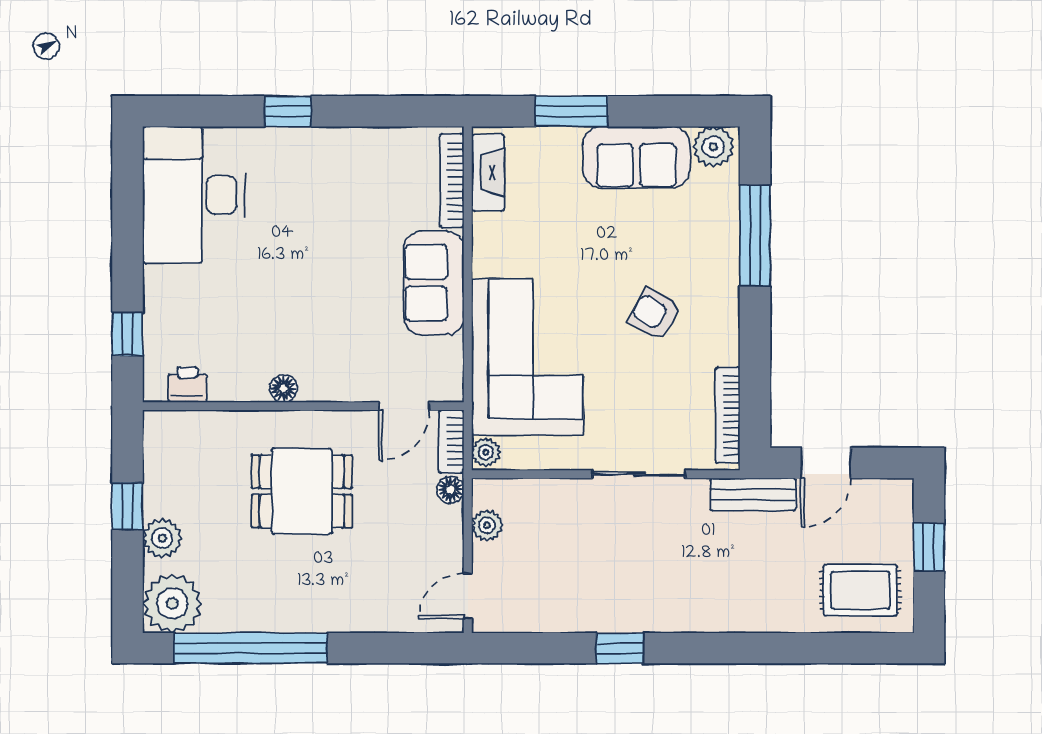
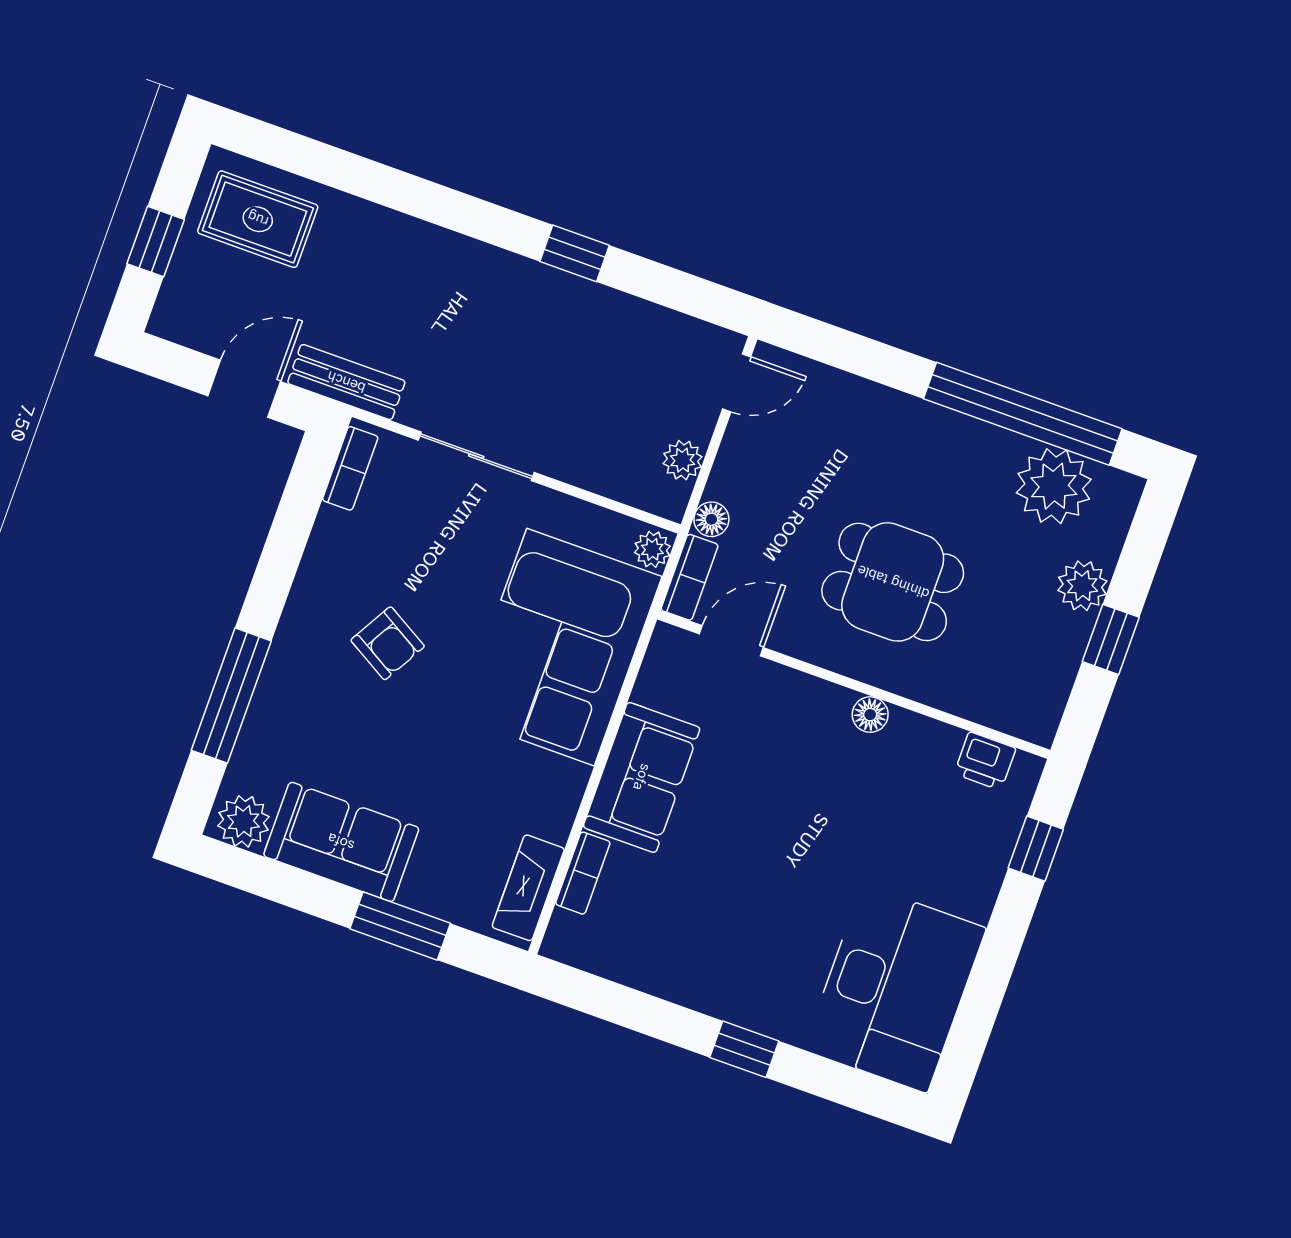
bookcase: (452, 181) -> (583, 873), width x0.64
bookcase: (728, 415) -> (350, 468), width x0.64
plant: (172, 603) -> (1054, 486), moved

